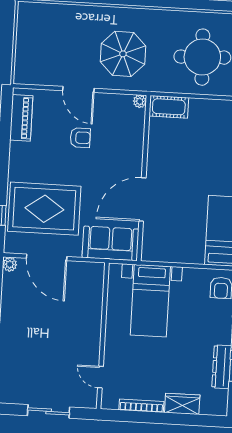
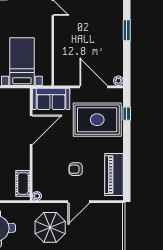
door: (78, 89) -> (79, 202), swing flipped
cot: (169, 107) -> (23, 183), moved, turned 90
piano: (21, 118) -> (114, 175), width x1.37, depth x1.33

